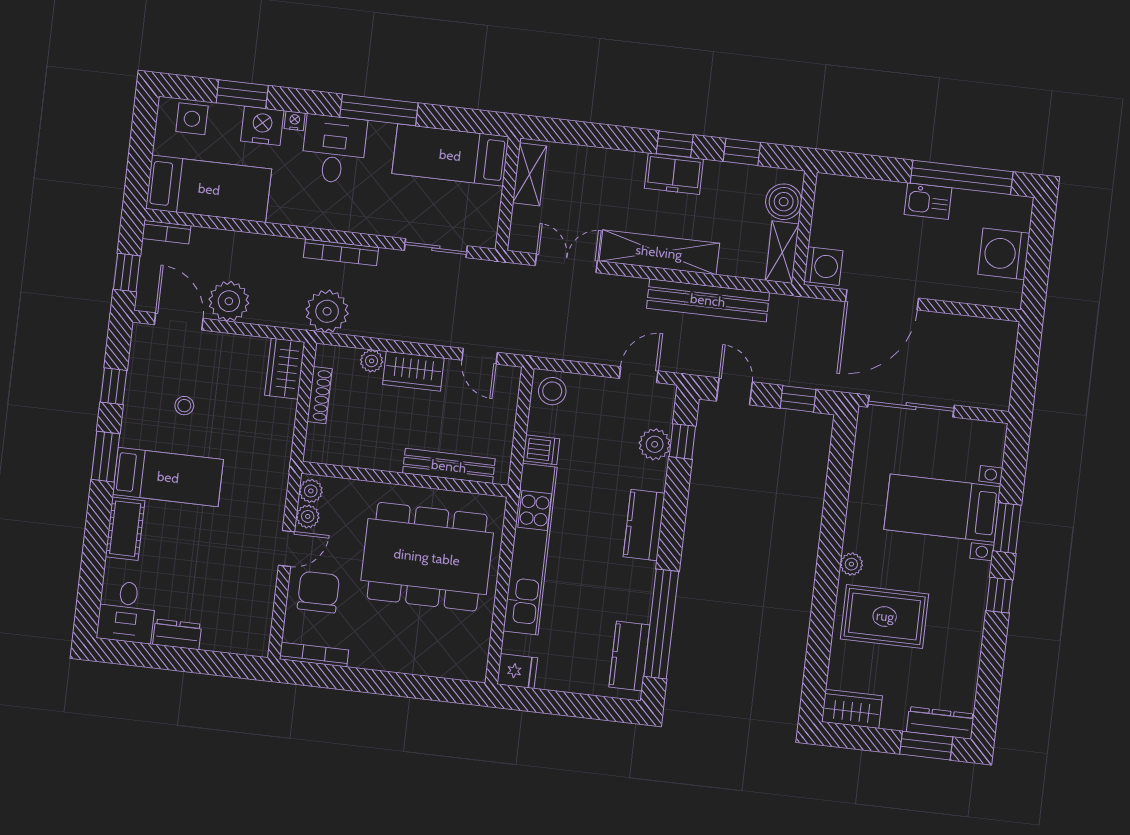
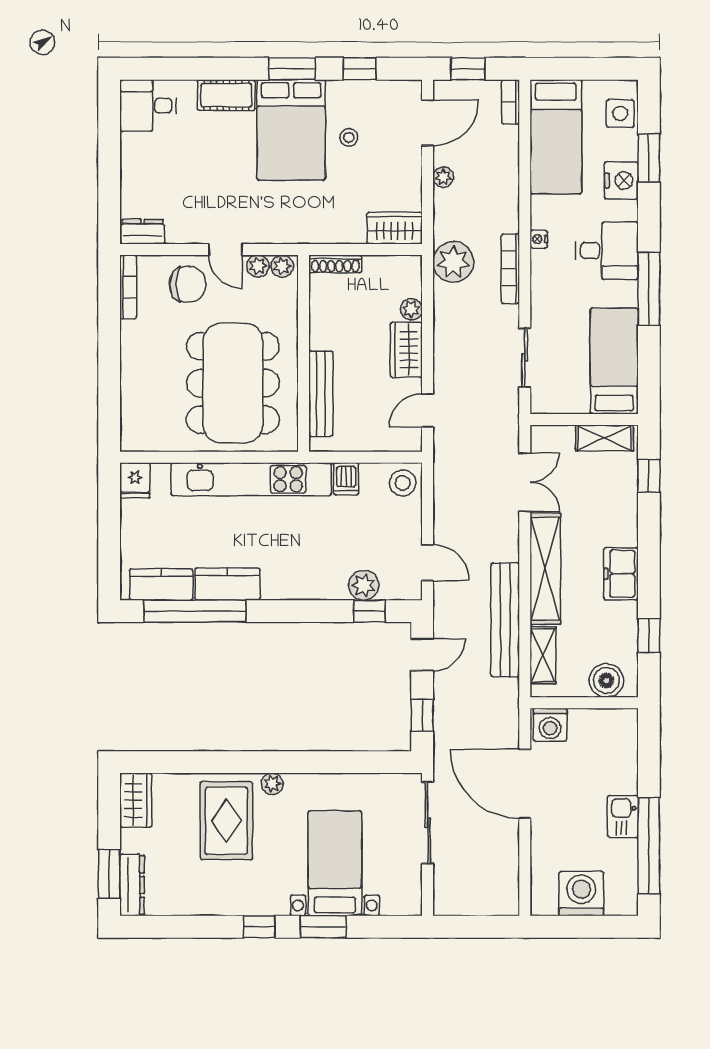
nightstand: (295, 121) -> (539, 239), moved, turned 180
window: (675, 144) -> (649, 476), moved
shelving: (782, 252) -> (543, 655), moved, turned 90
plant: (229, 301) -> (443, 177), width x0.53, depth x0.53
shoe rack: (320, 395) -> (335, 264), moved
bed: (168, 477) -> (291, 130), width x1.50
kitchen counter: (644, 525) -> (228, 584), moved
dresser: (177, 634) -> (143, 232), moved, turned -90

